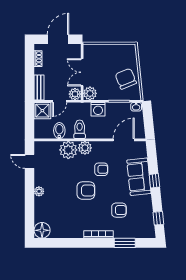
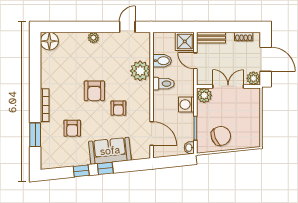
plant: (75, 94) -> (253, 78), moved
plant: (85, 148) -> (143, 90), removed
window: (158, 218) -> (81, 171), moved

